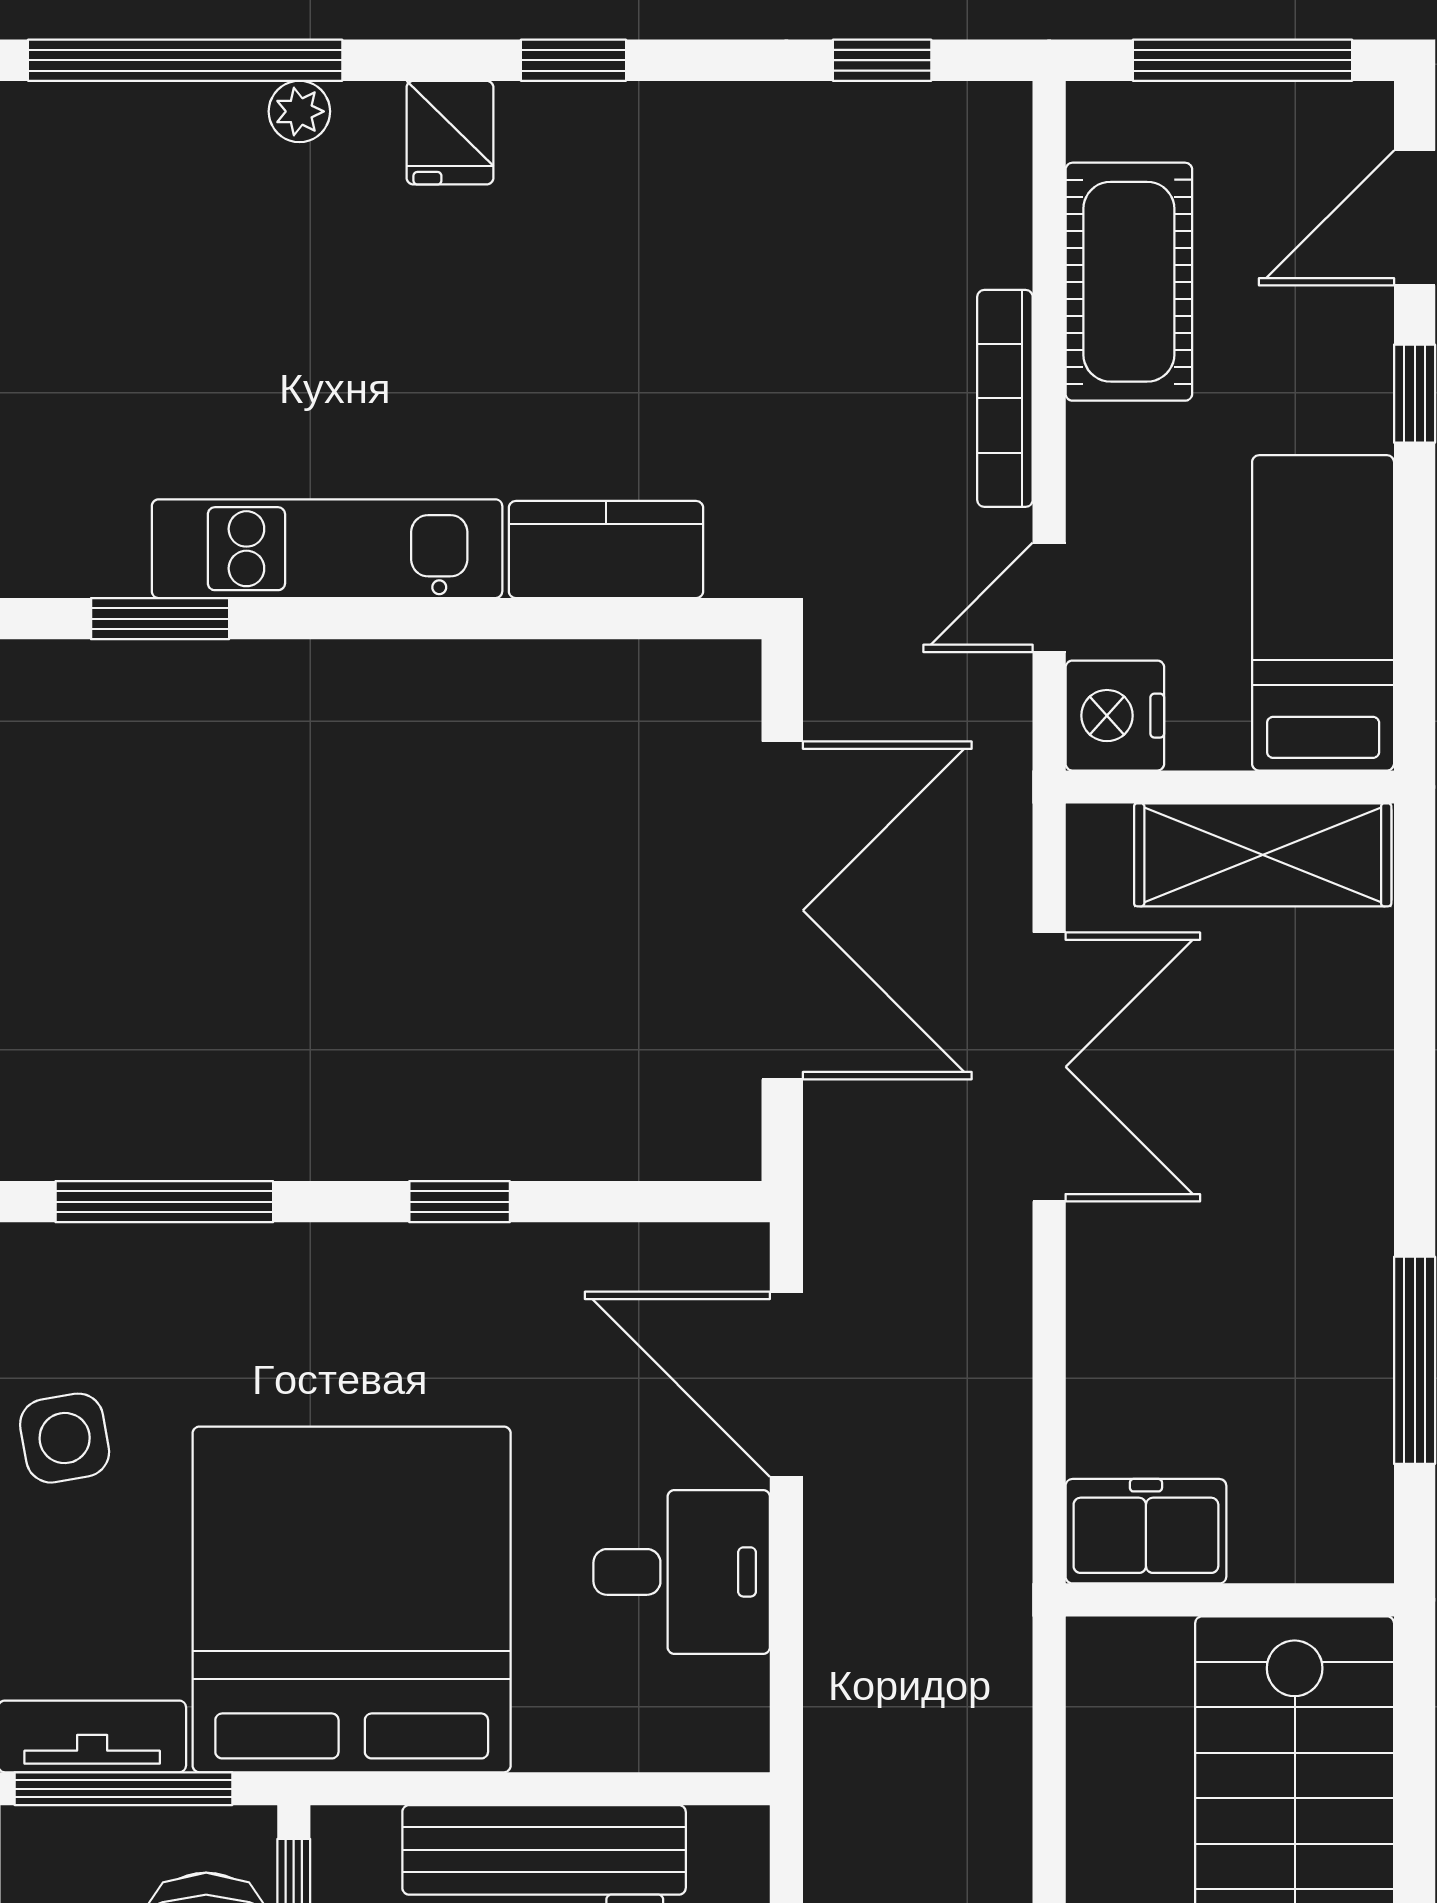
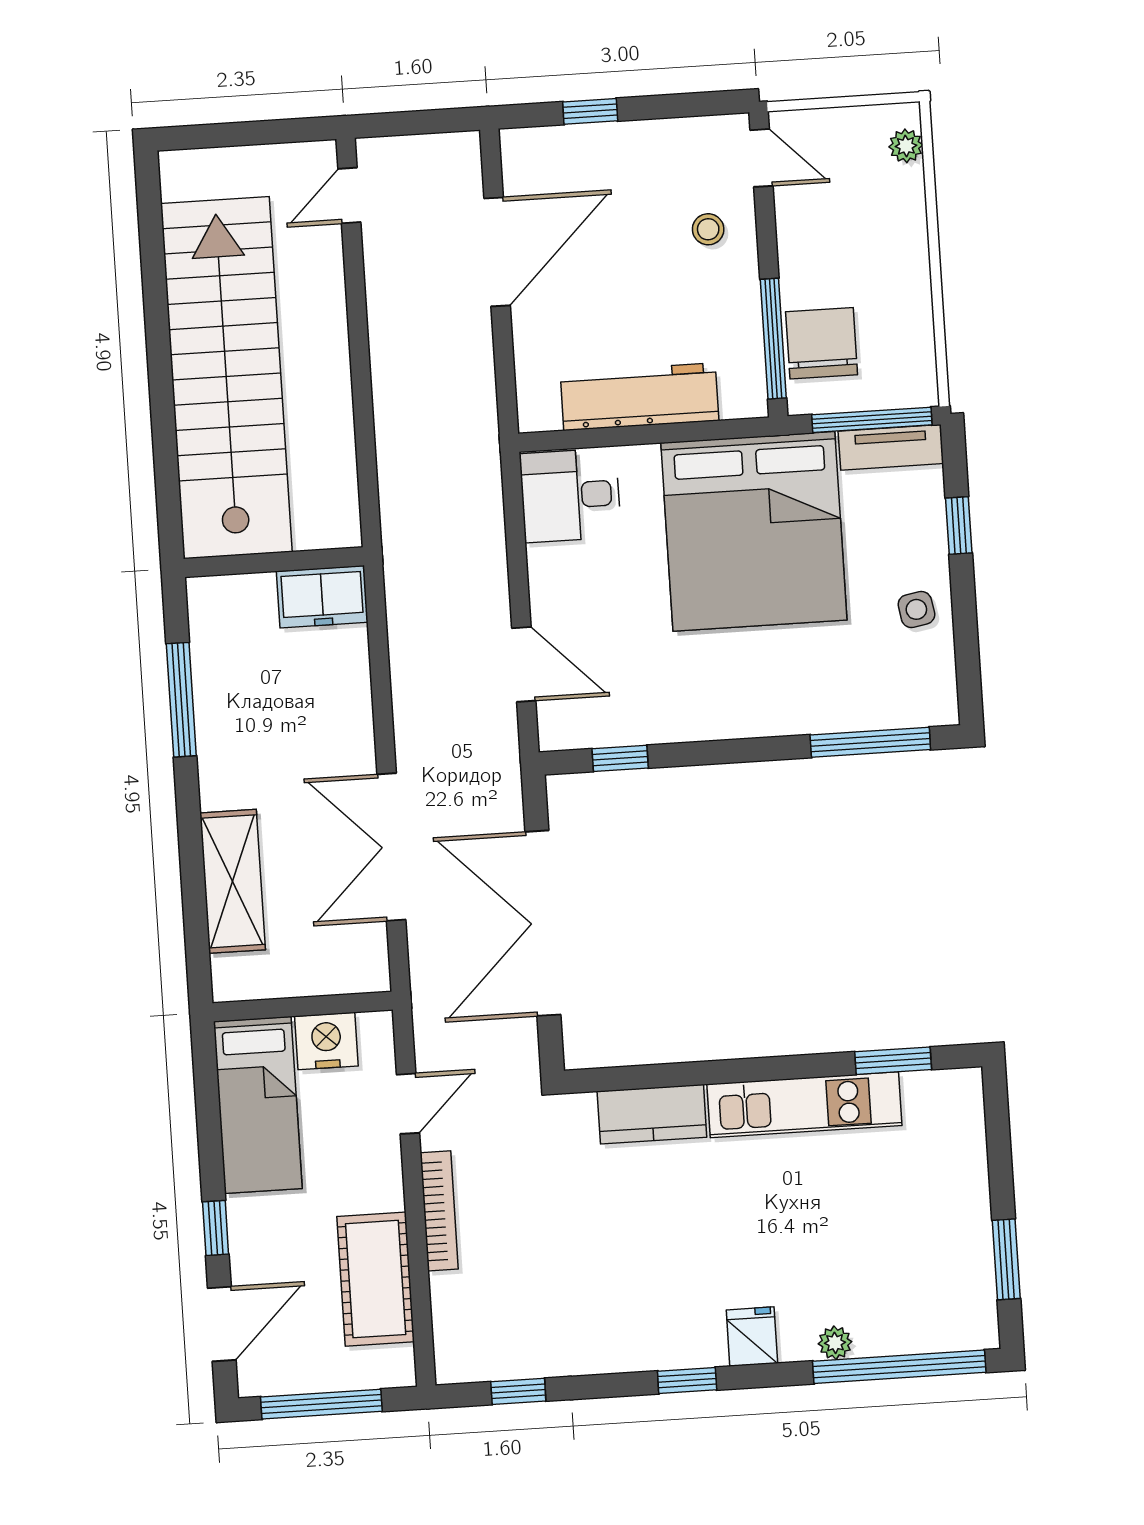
nightstand: (1115, 716) -> (326, 1041), moved, turned -90
shelving: (1263, 855) -> (233, 881), moved, turned 90
window: (460, 1202) -> (620, 758), moved
door: (786, 1384) -> (524, 664), width x0.73
side table: (65, 1438) -> (916, 609), width x0.73, depth x0.73
desk: (682, 1572) -> (570, 495), moved

